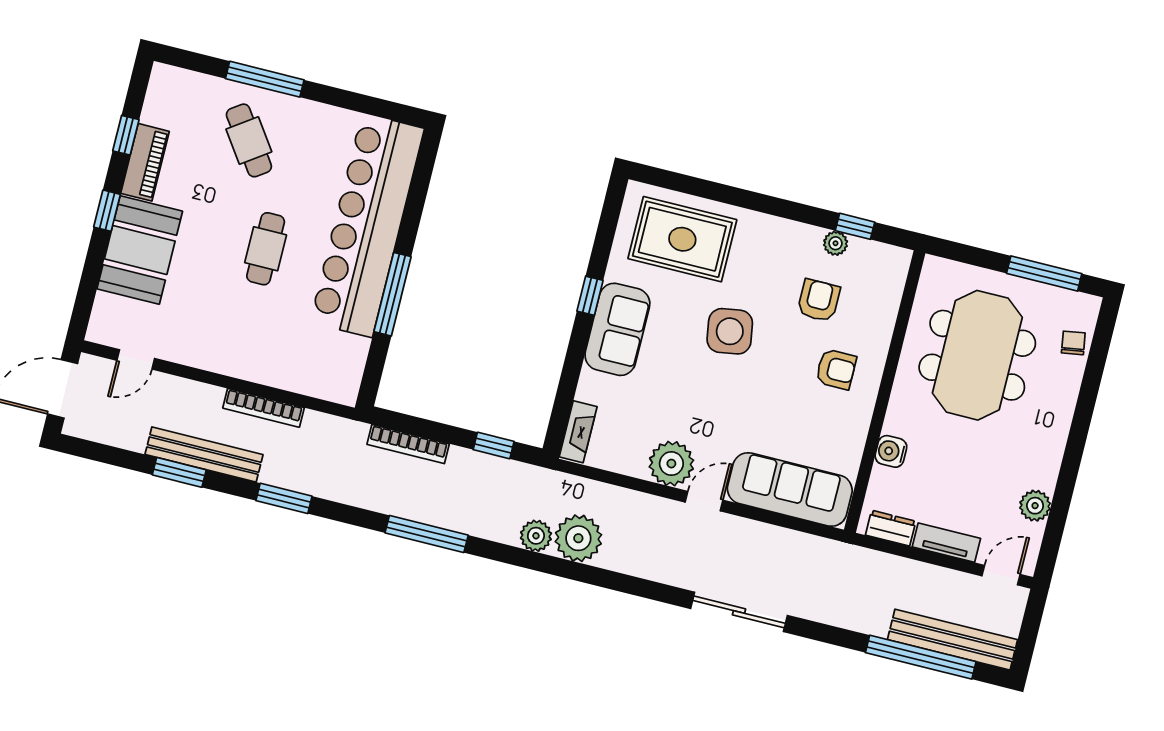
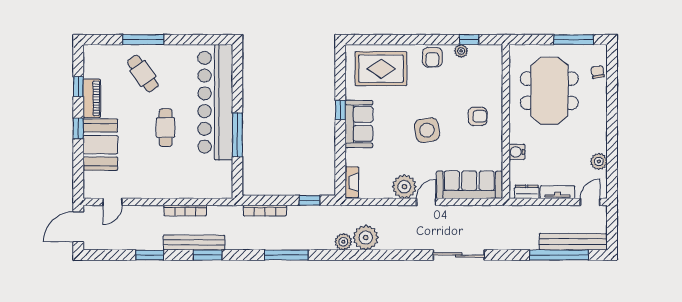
armchair: (819, 300) -> (432, 57), moved, turned 180
side table: (730, 331) -> (427, 130), moved
bench: (204, 455) -> (194, 243), moved

